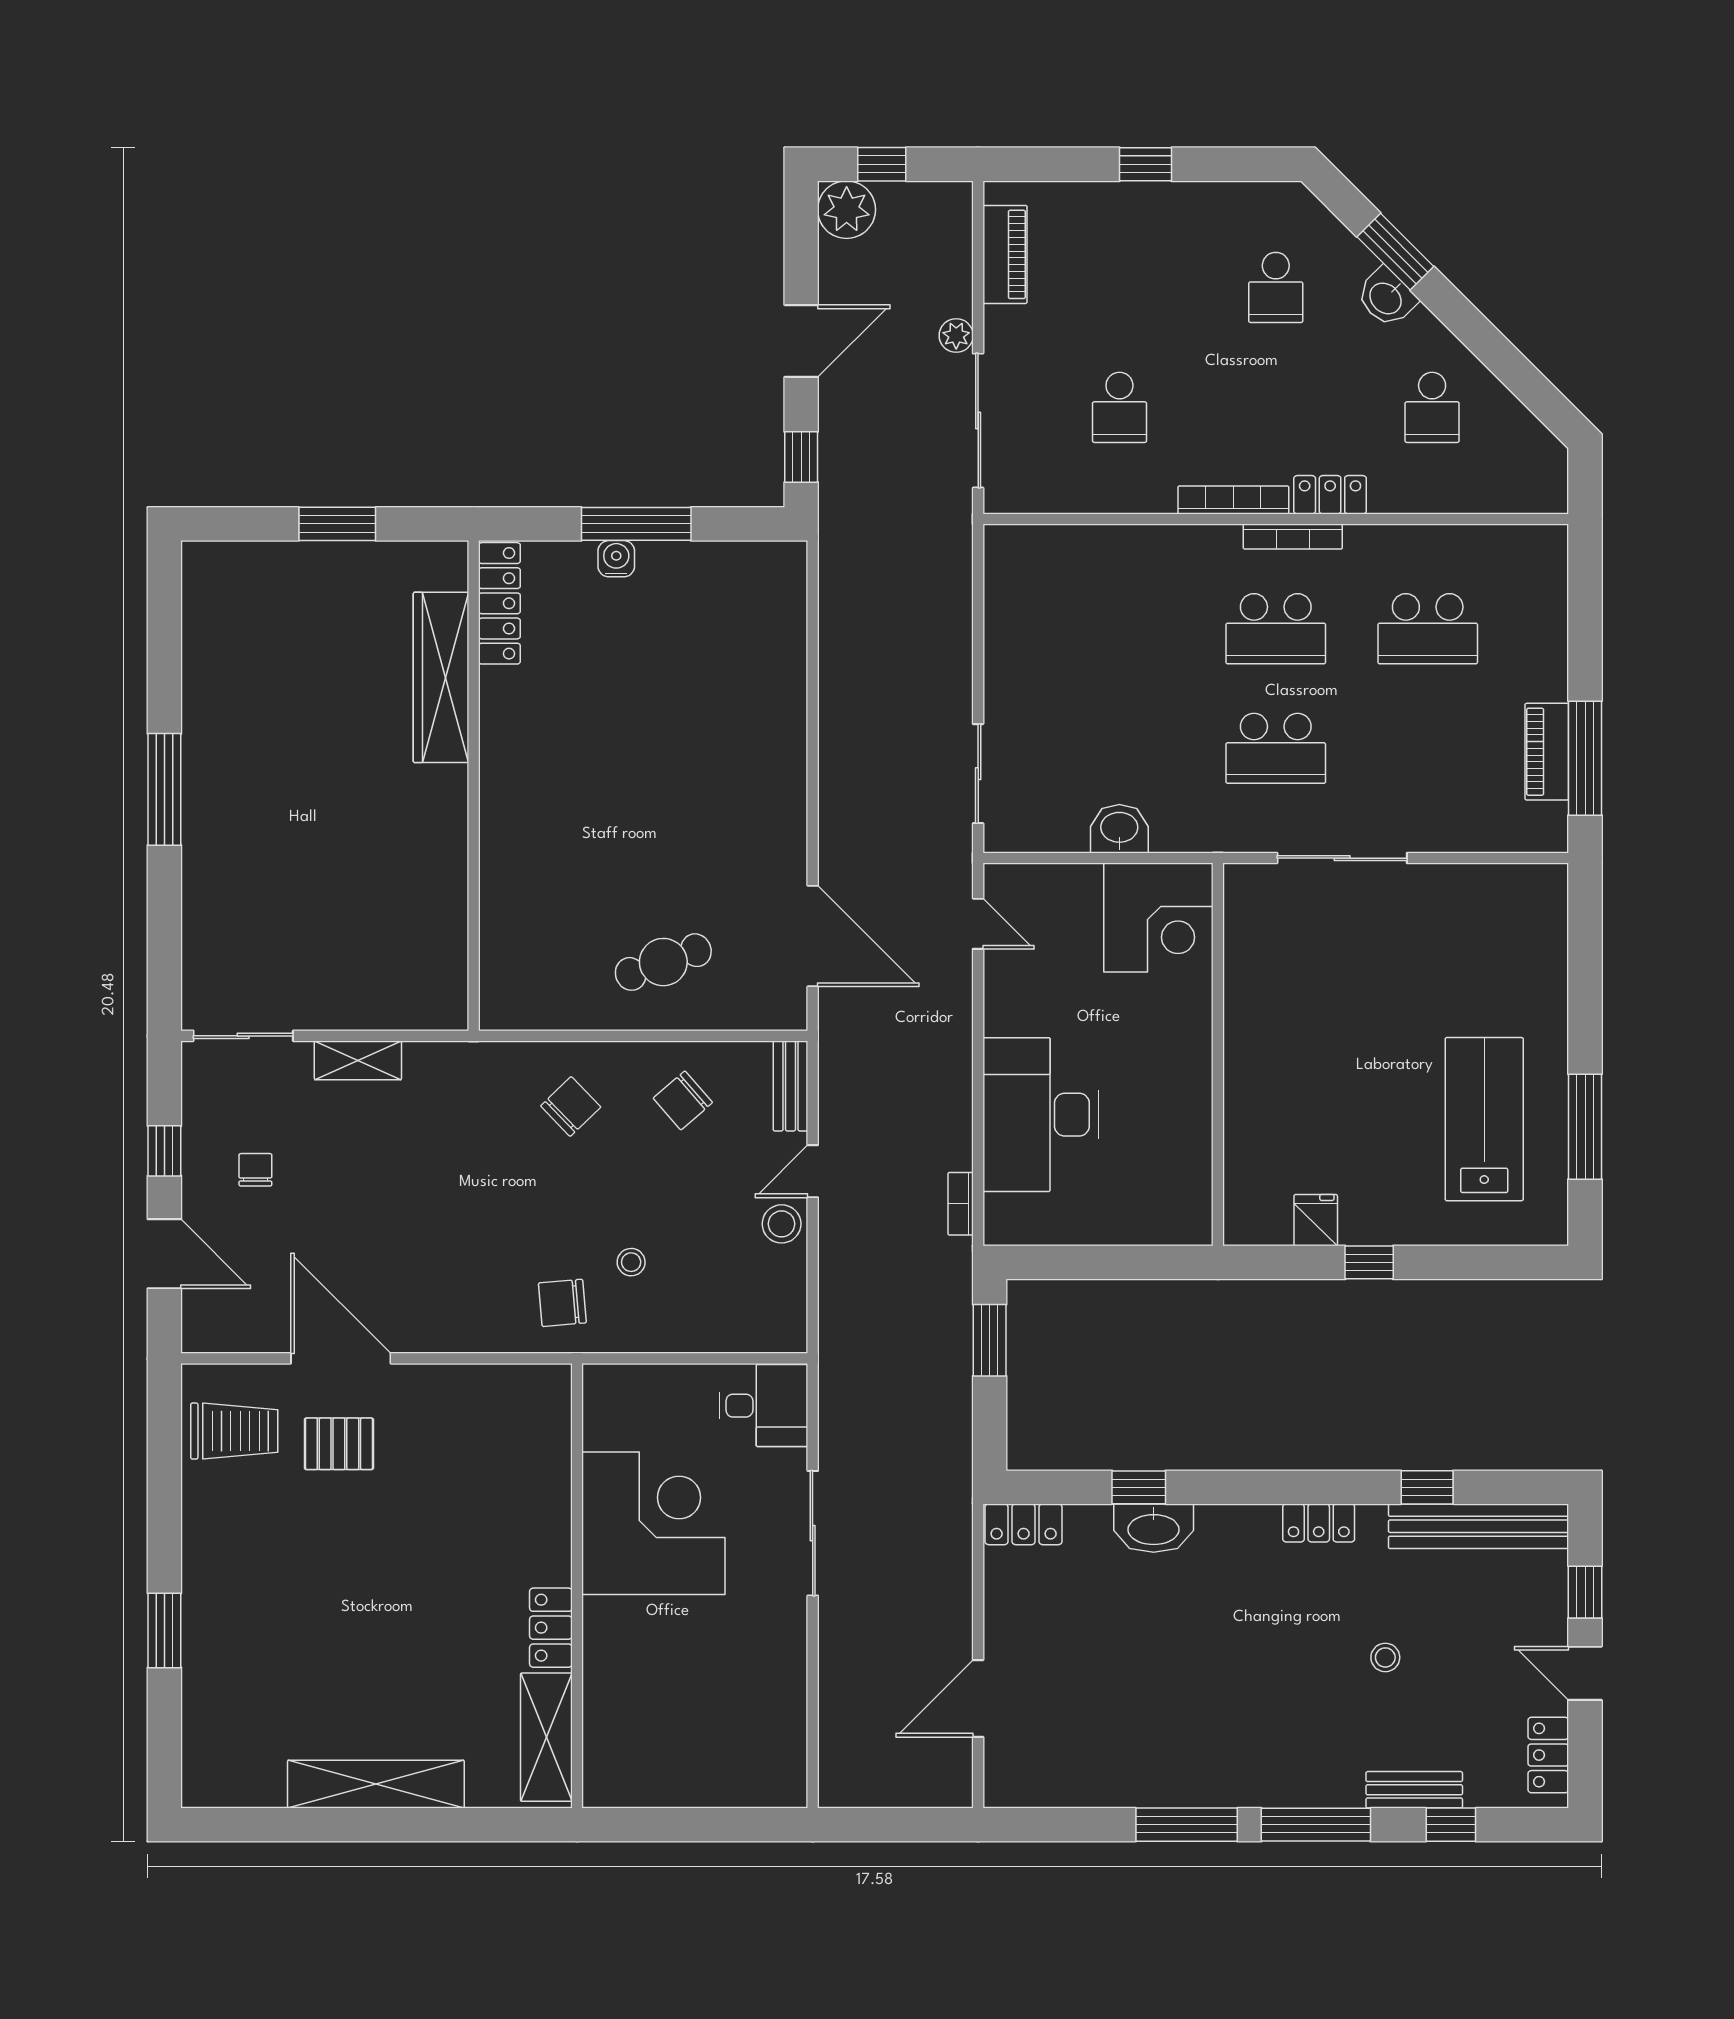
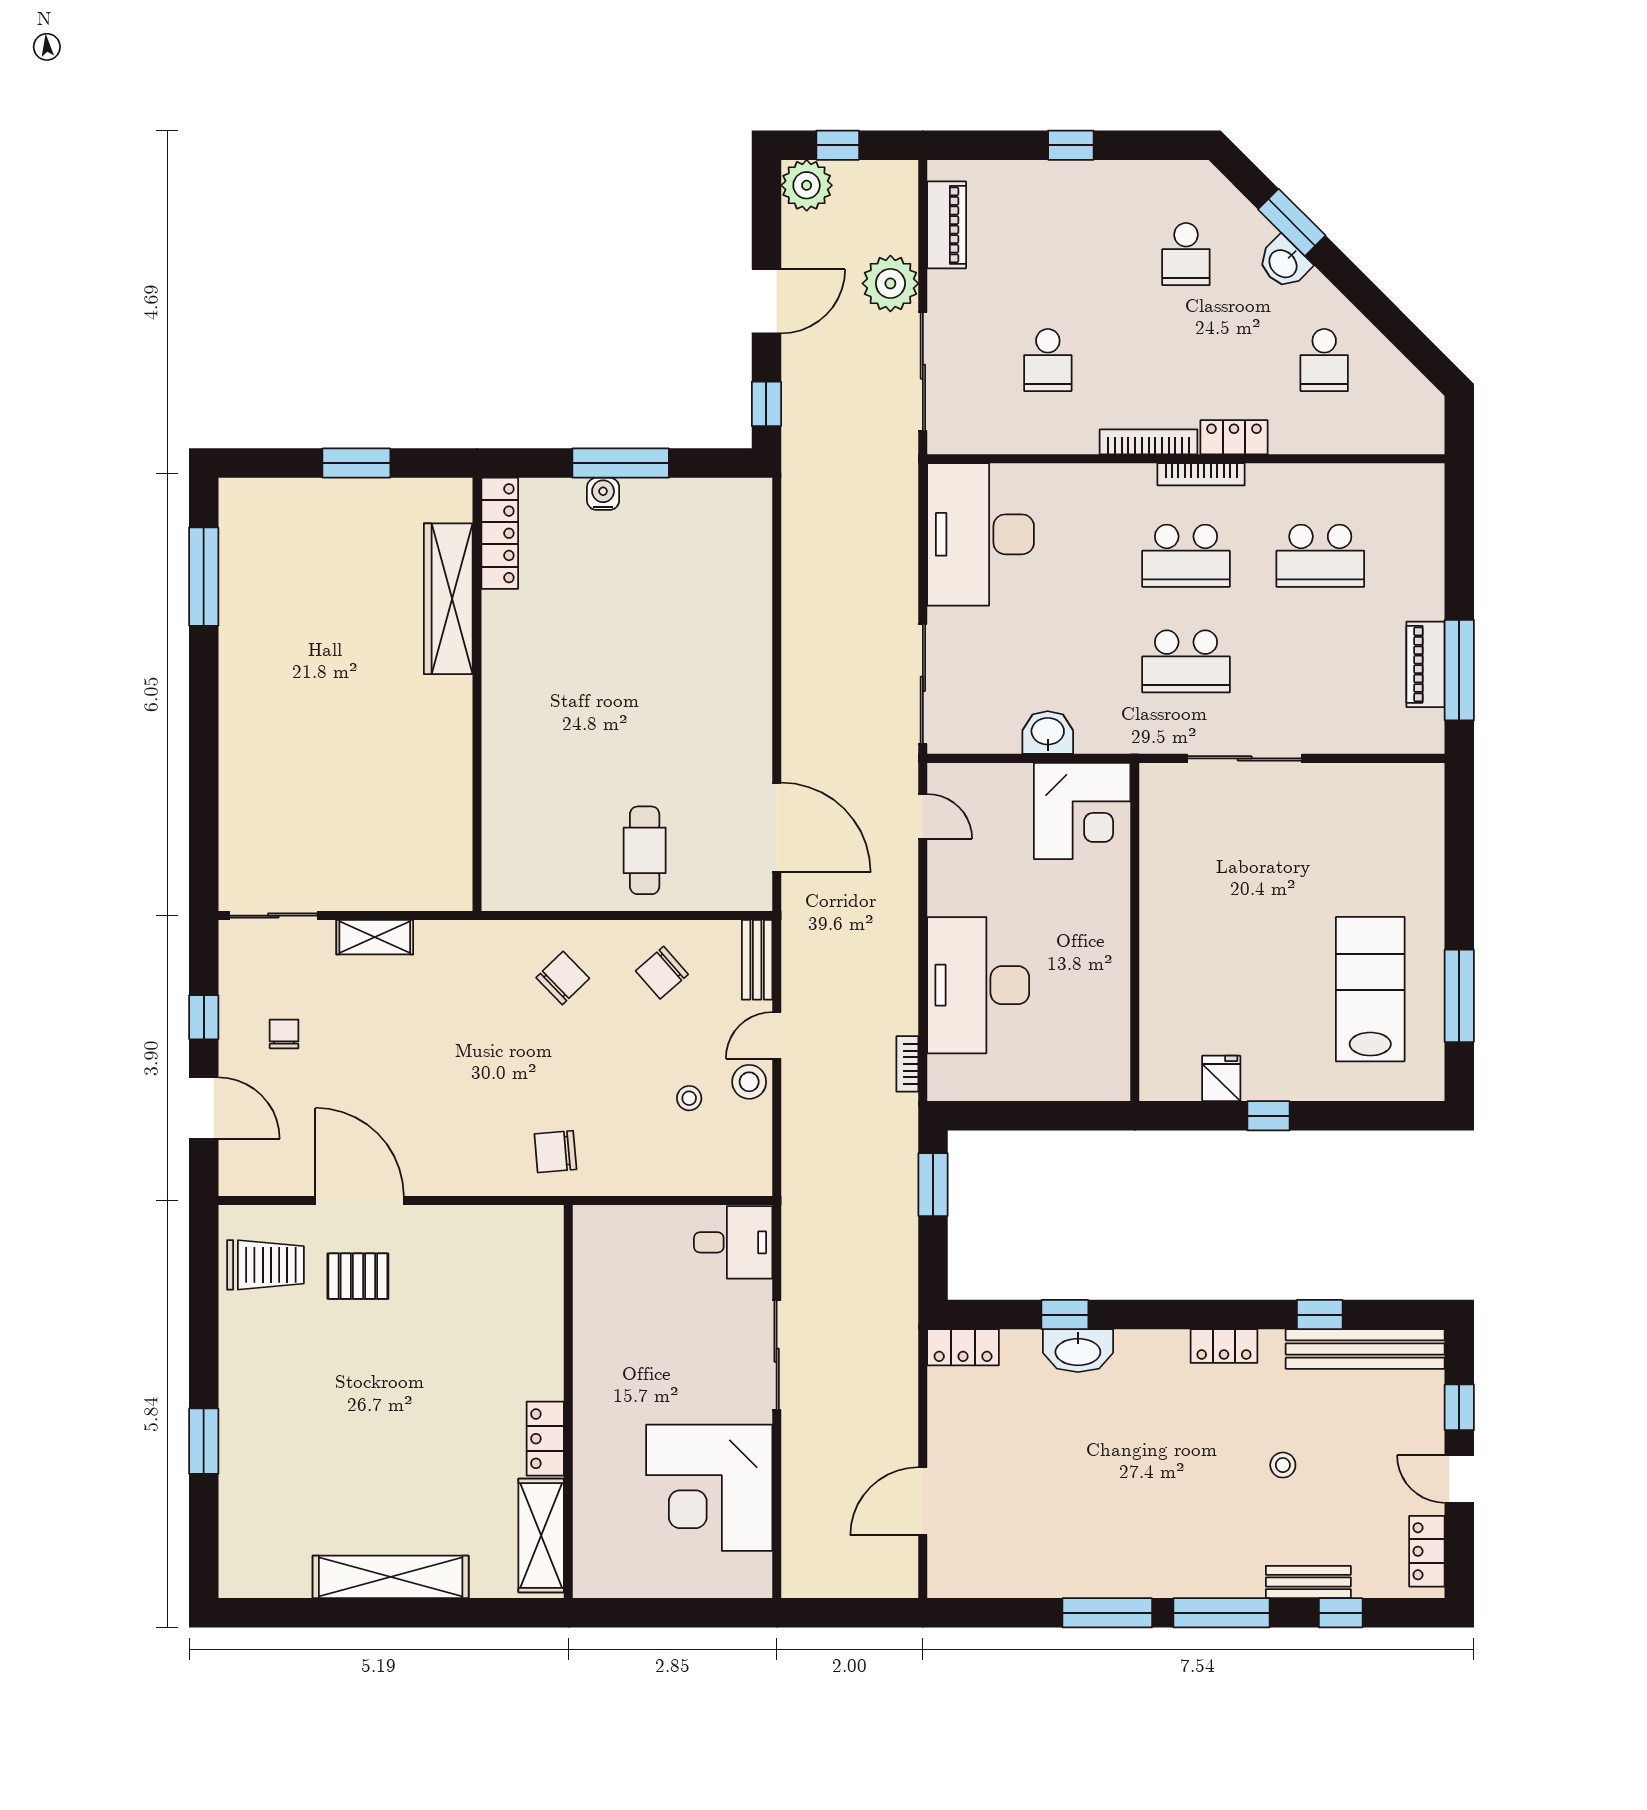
plant: (956, 336) -> (890, 283), width x1.88, depth x1.88
desk: (1043, 605) -> (981, 534), added
sliding door: (978, 774) -> (923, 684), width x1.37
window: (164, 789) -> (204, 577), moved
cafe table: (663, 962) -> (645, 850), turned -70
stool: (631, 1262) -> (689, 1098), moved
corner desk: (653, 1523) -> (709, 1488), moved, turned 180

